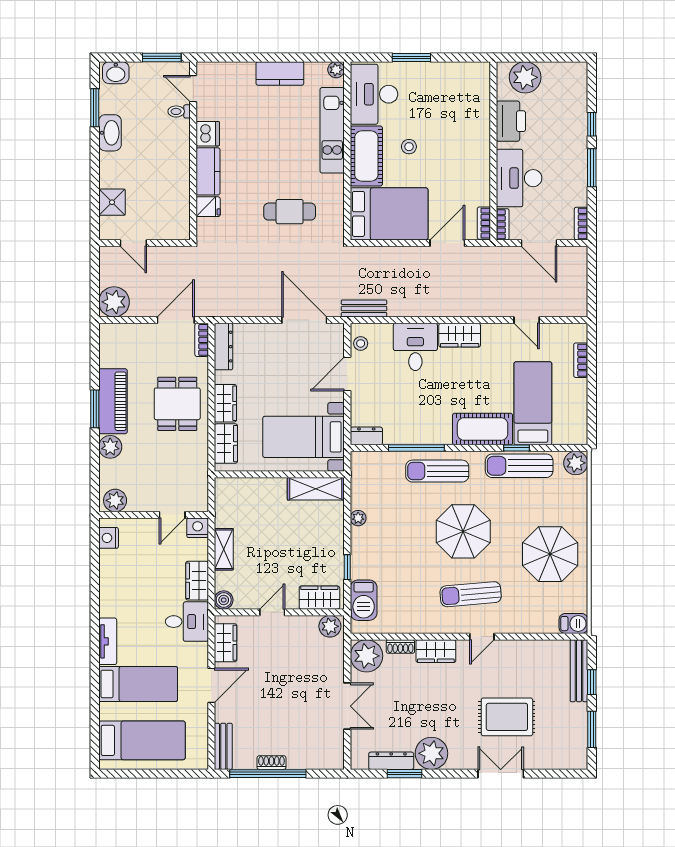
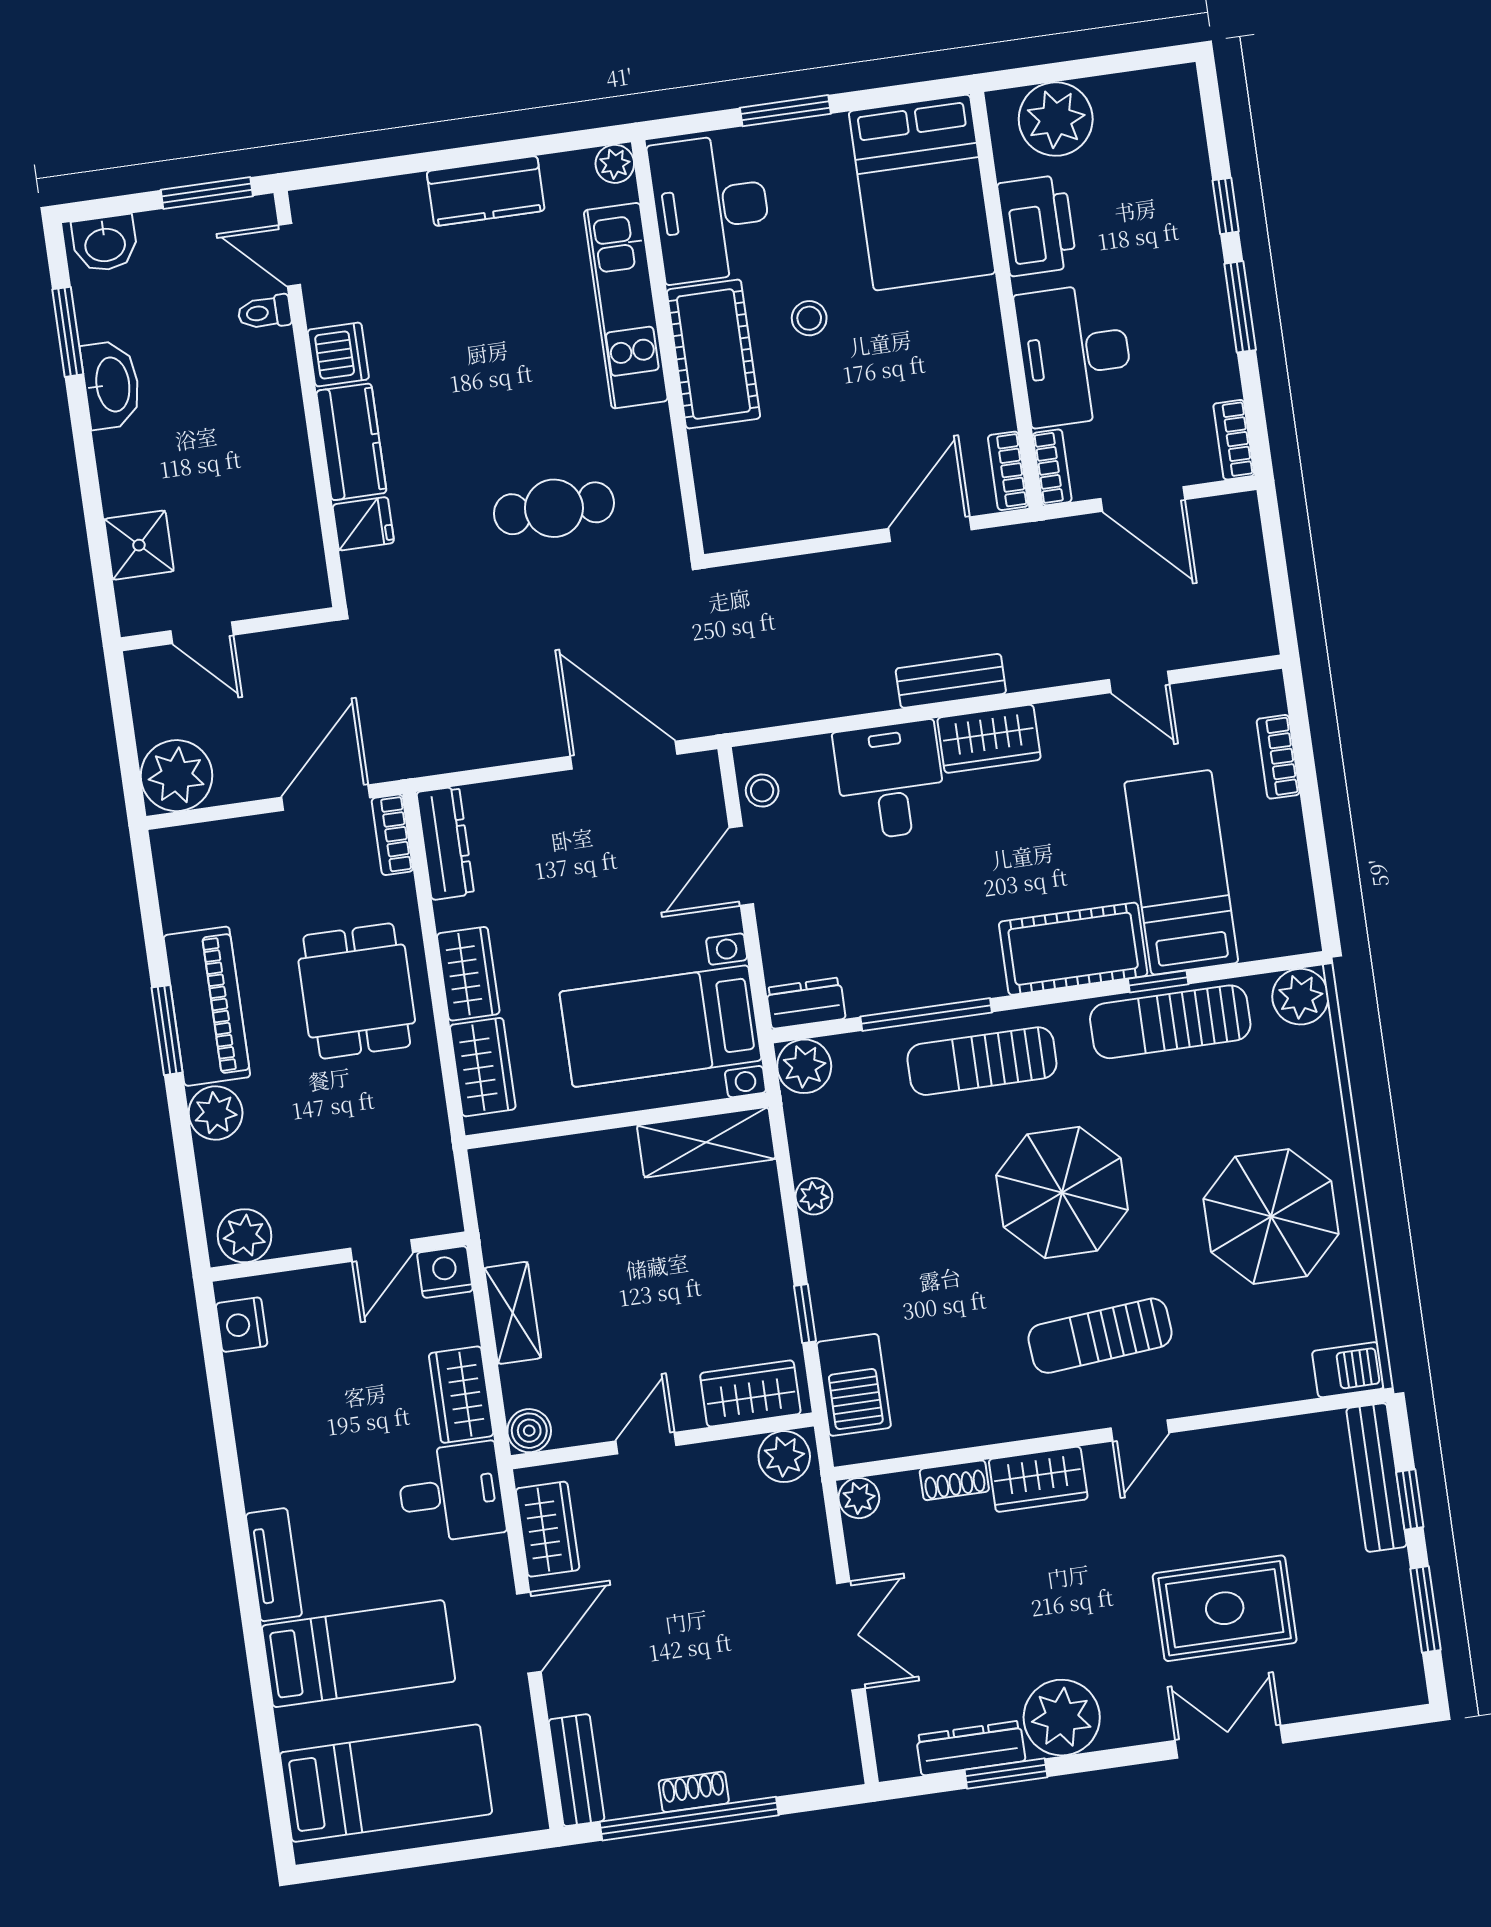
bed: (389, 214) -> (922, 192), moved, turned 90
bench: (364, 308) -> (951, 681), moved
plant: (362, 463) -> (804, 1066), added
plant: (367, 656) -> (859, 1498), width x0.53, depth x0.53

